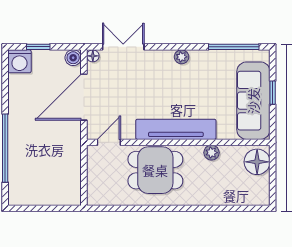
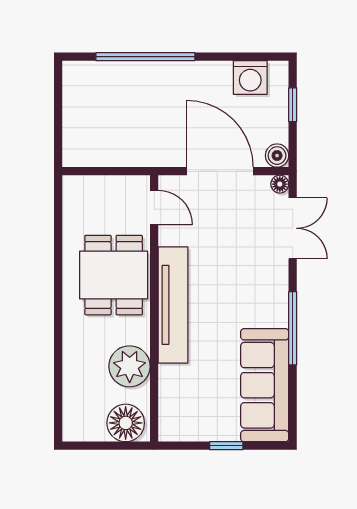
window: (234, 47) -> (293, 328), moved
plant: (182, 57) -> (278, 313), removed
washing machine: (19, 61) -> (250, 77), moved, turned -90
sofa: (253, 101) -> (265, 385), moved, turned -90
plant: (212, 153) -> (130, 366), width x1.87, depth x1.87

